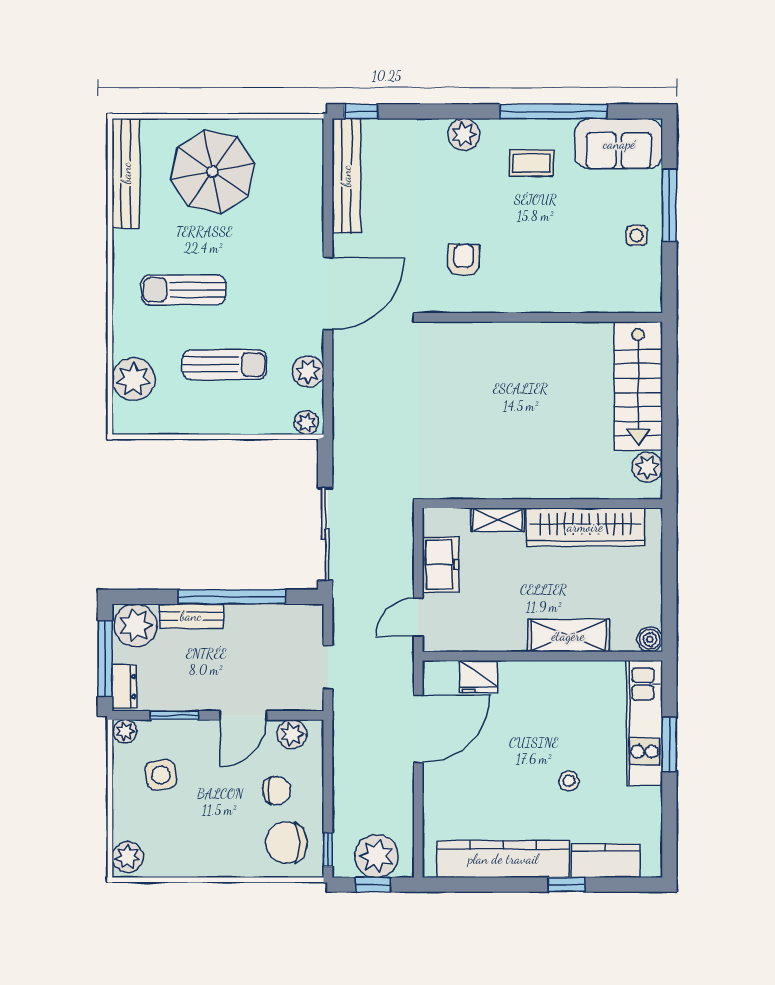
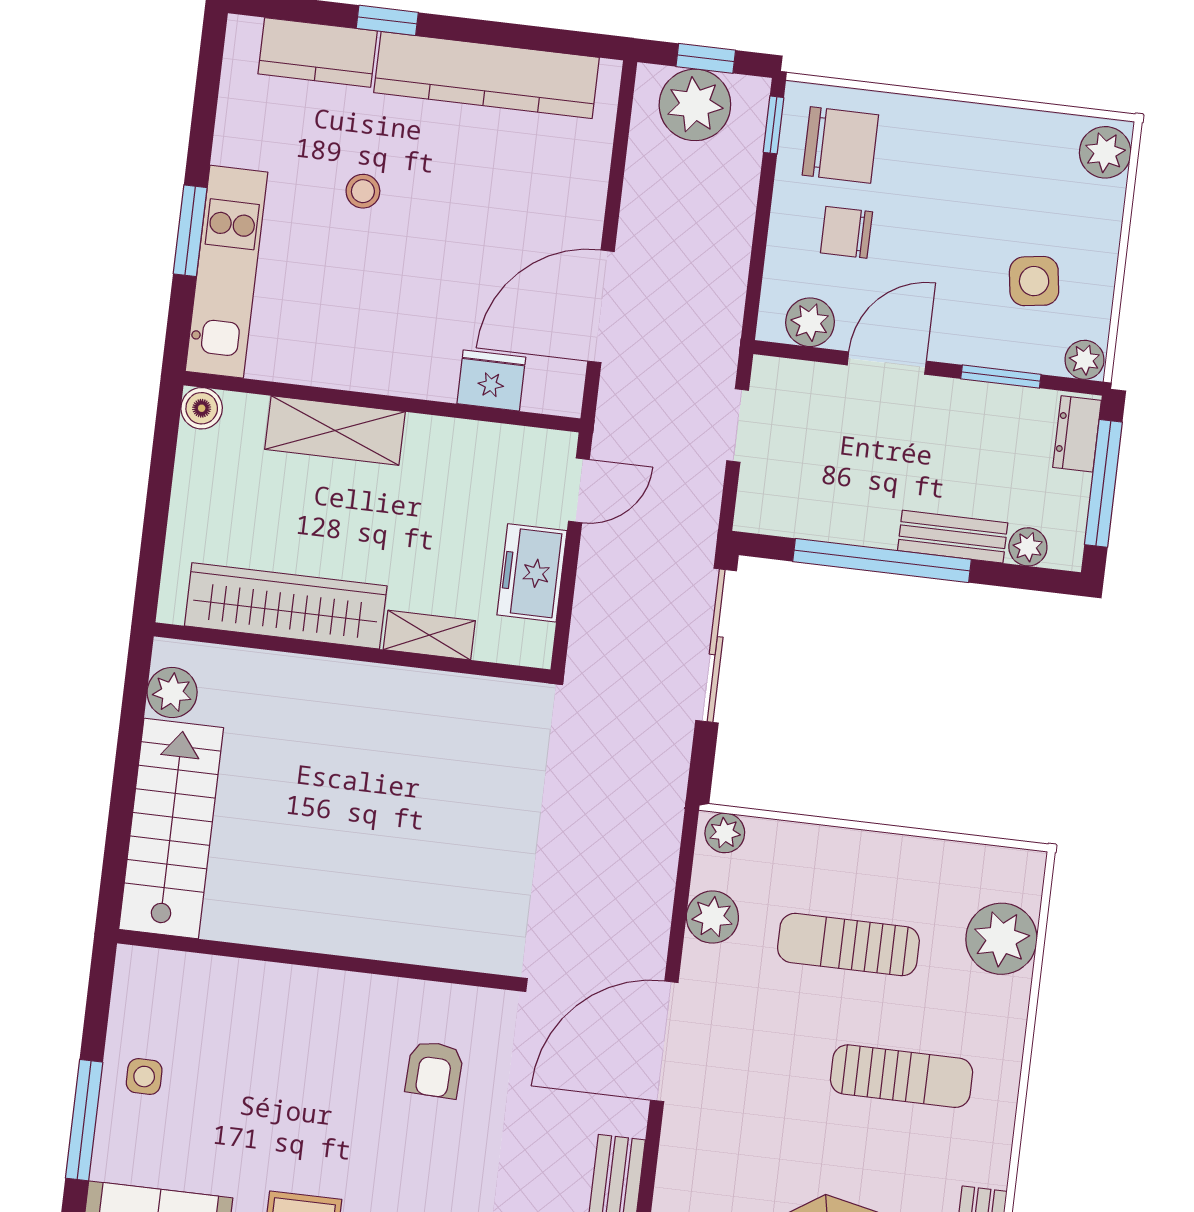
plant: (136, 625) -> (1028, 547), width x0.53, depth x0.53

